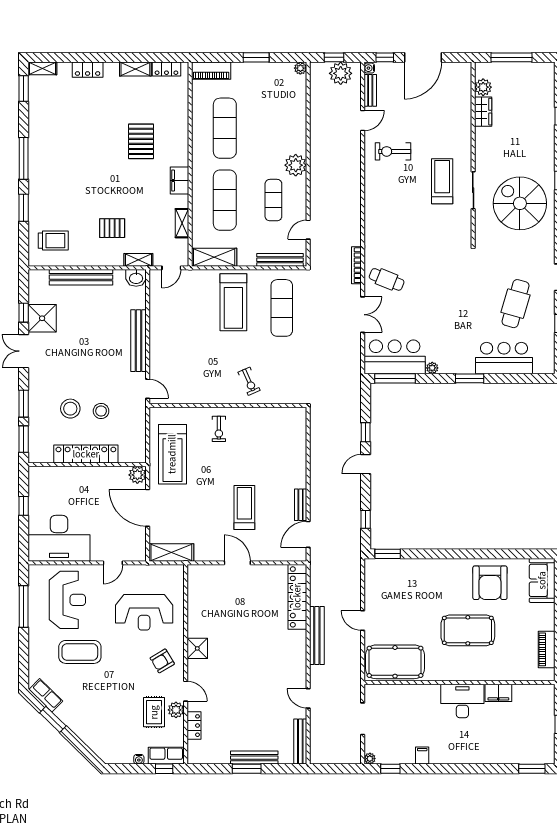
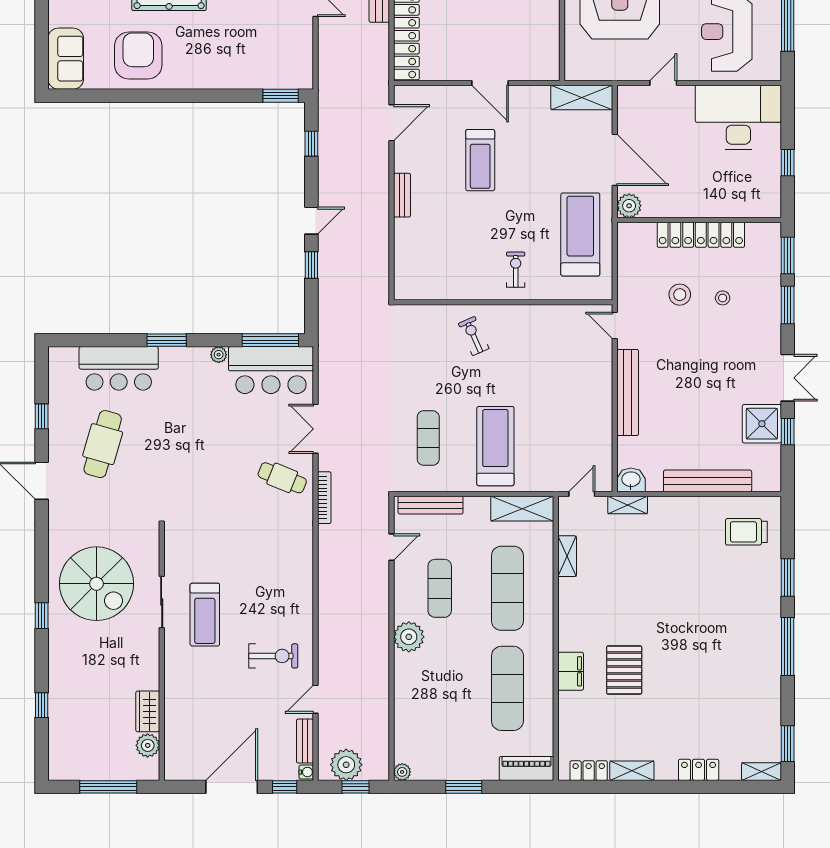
filing cabinet: (179, 180) -> (571, 671), moved
pallet: (112, 228) -> (664, 549), removed
exercise mat: (282, 308) -> (428, 438), width x0.73, depth x0.69
stool: (70, 409) -> (723, 298), width x0.53, depth x0.53
bench: (301, 505) -> (402, 195), moved

